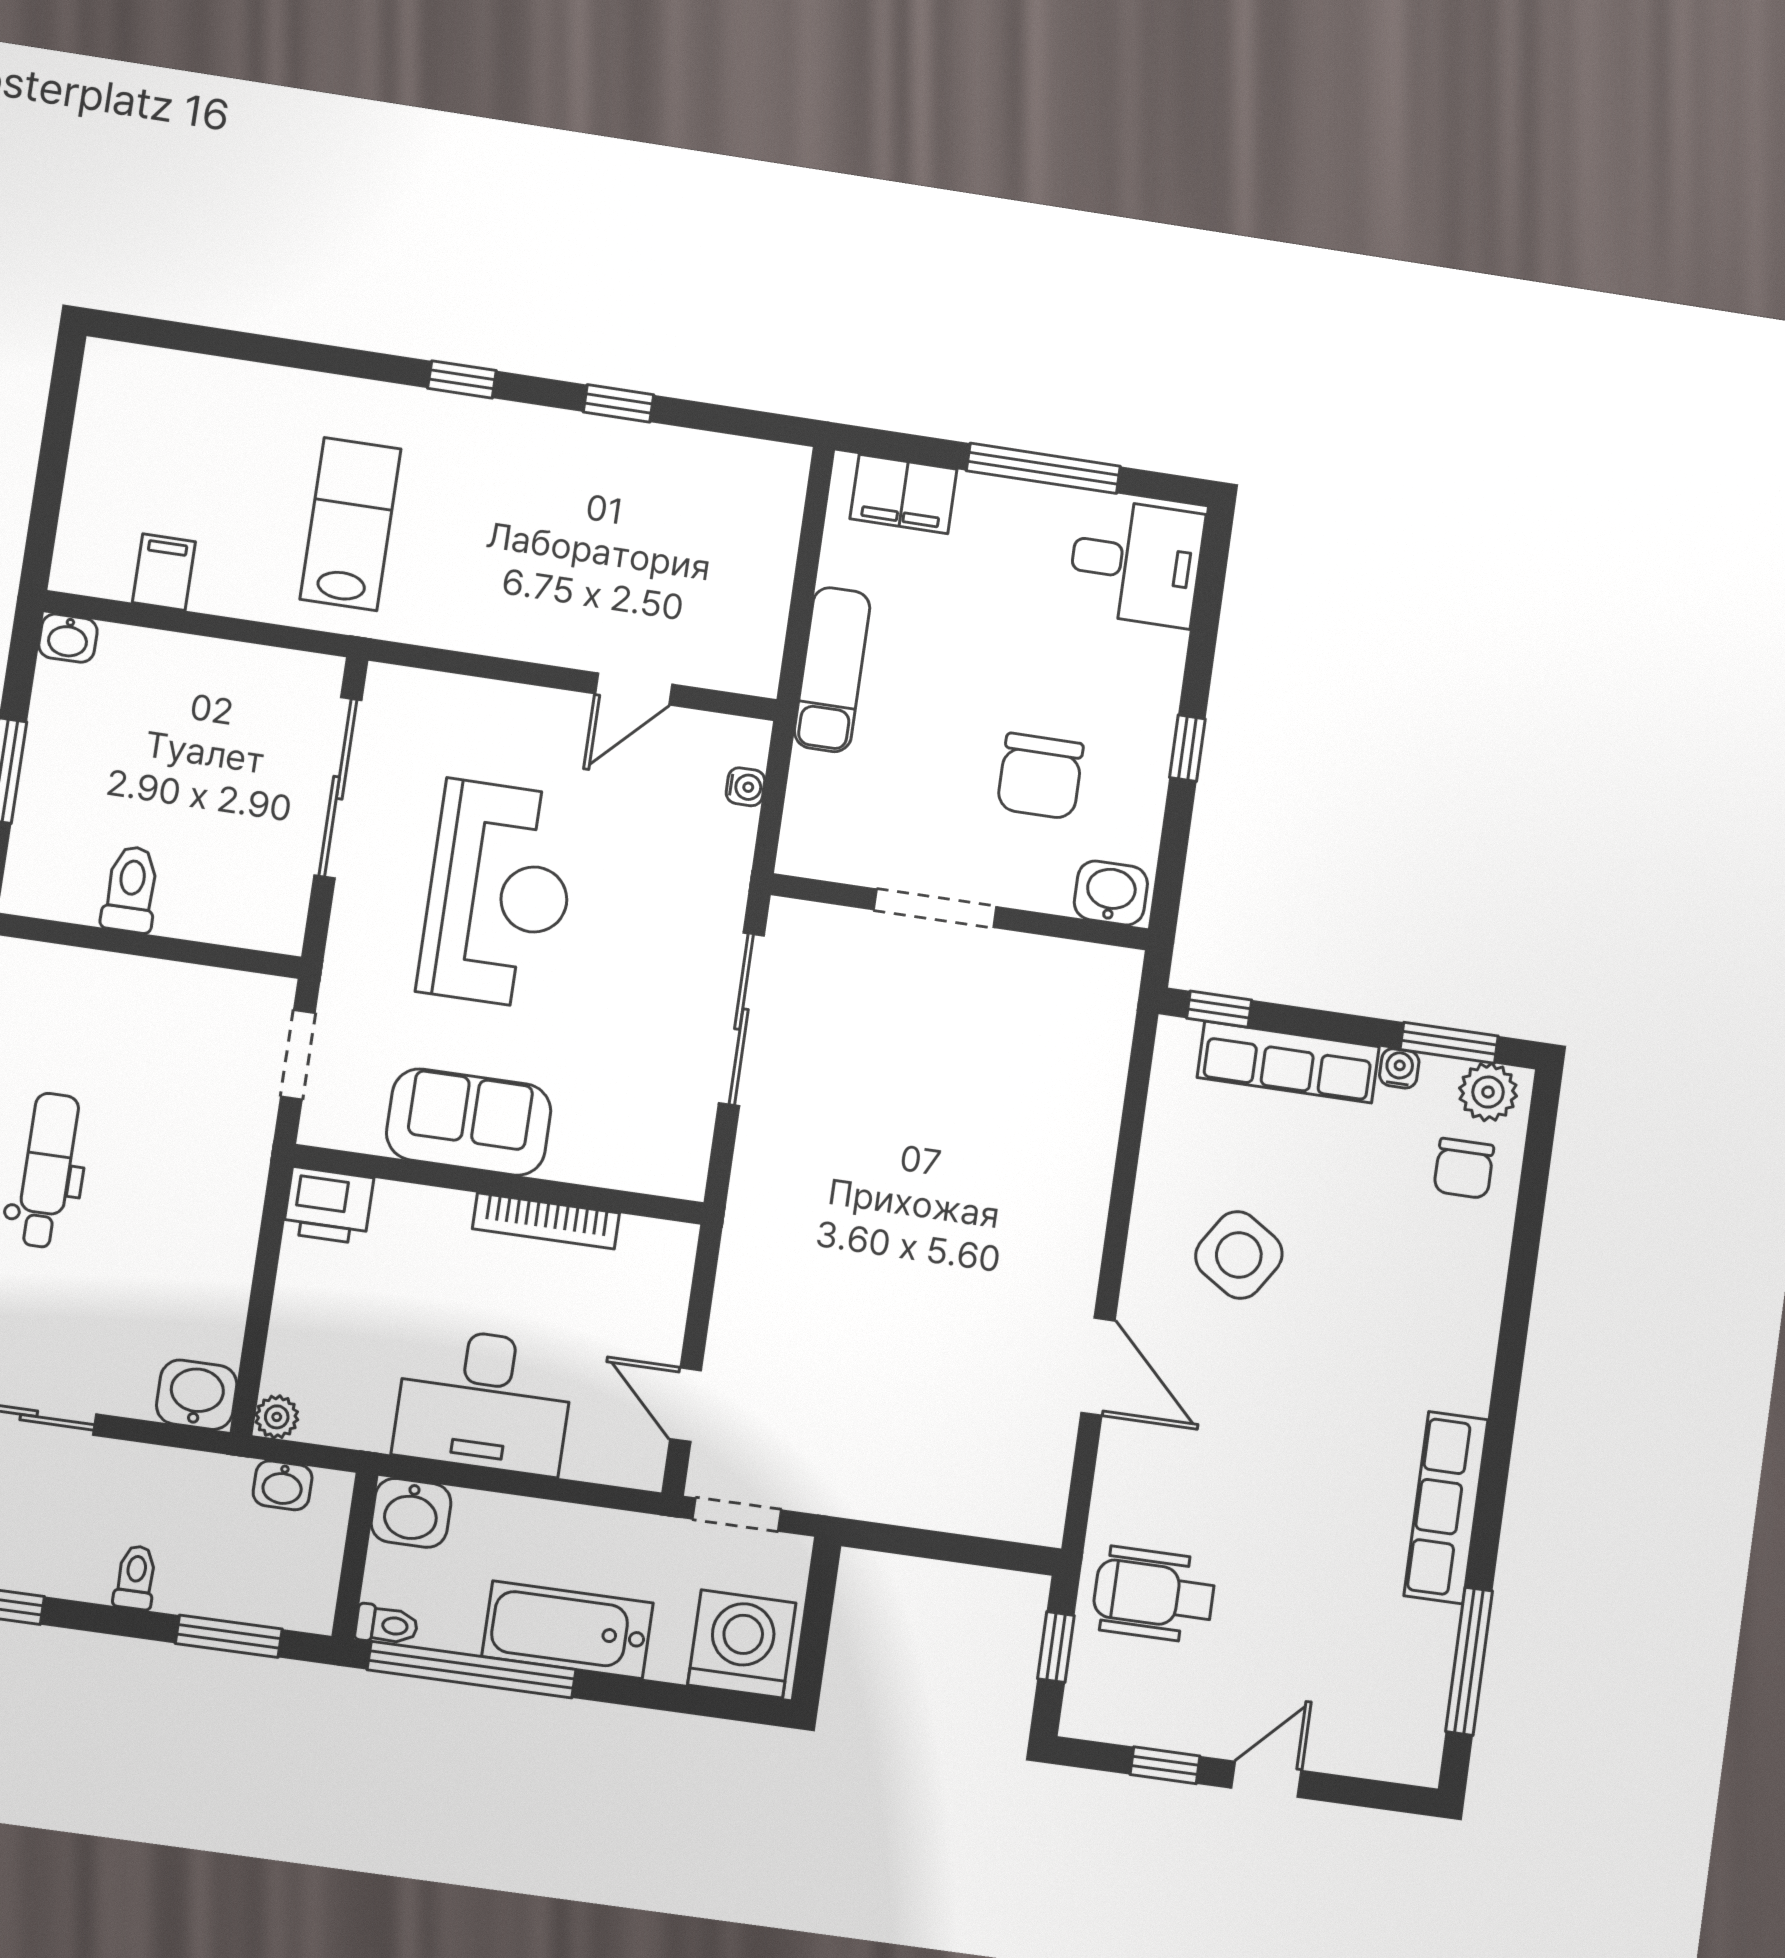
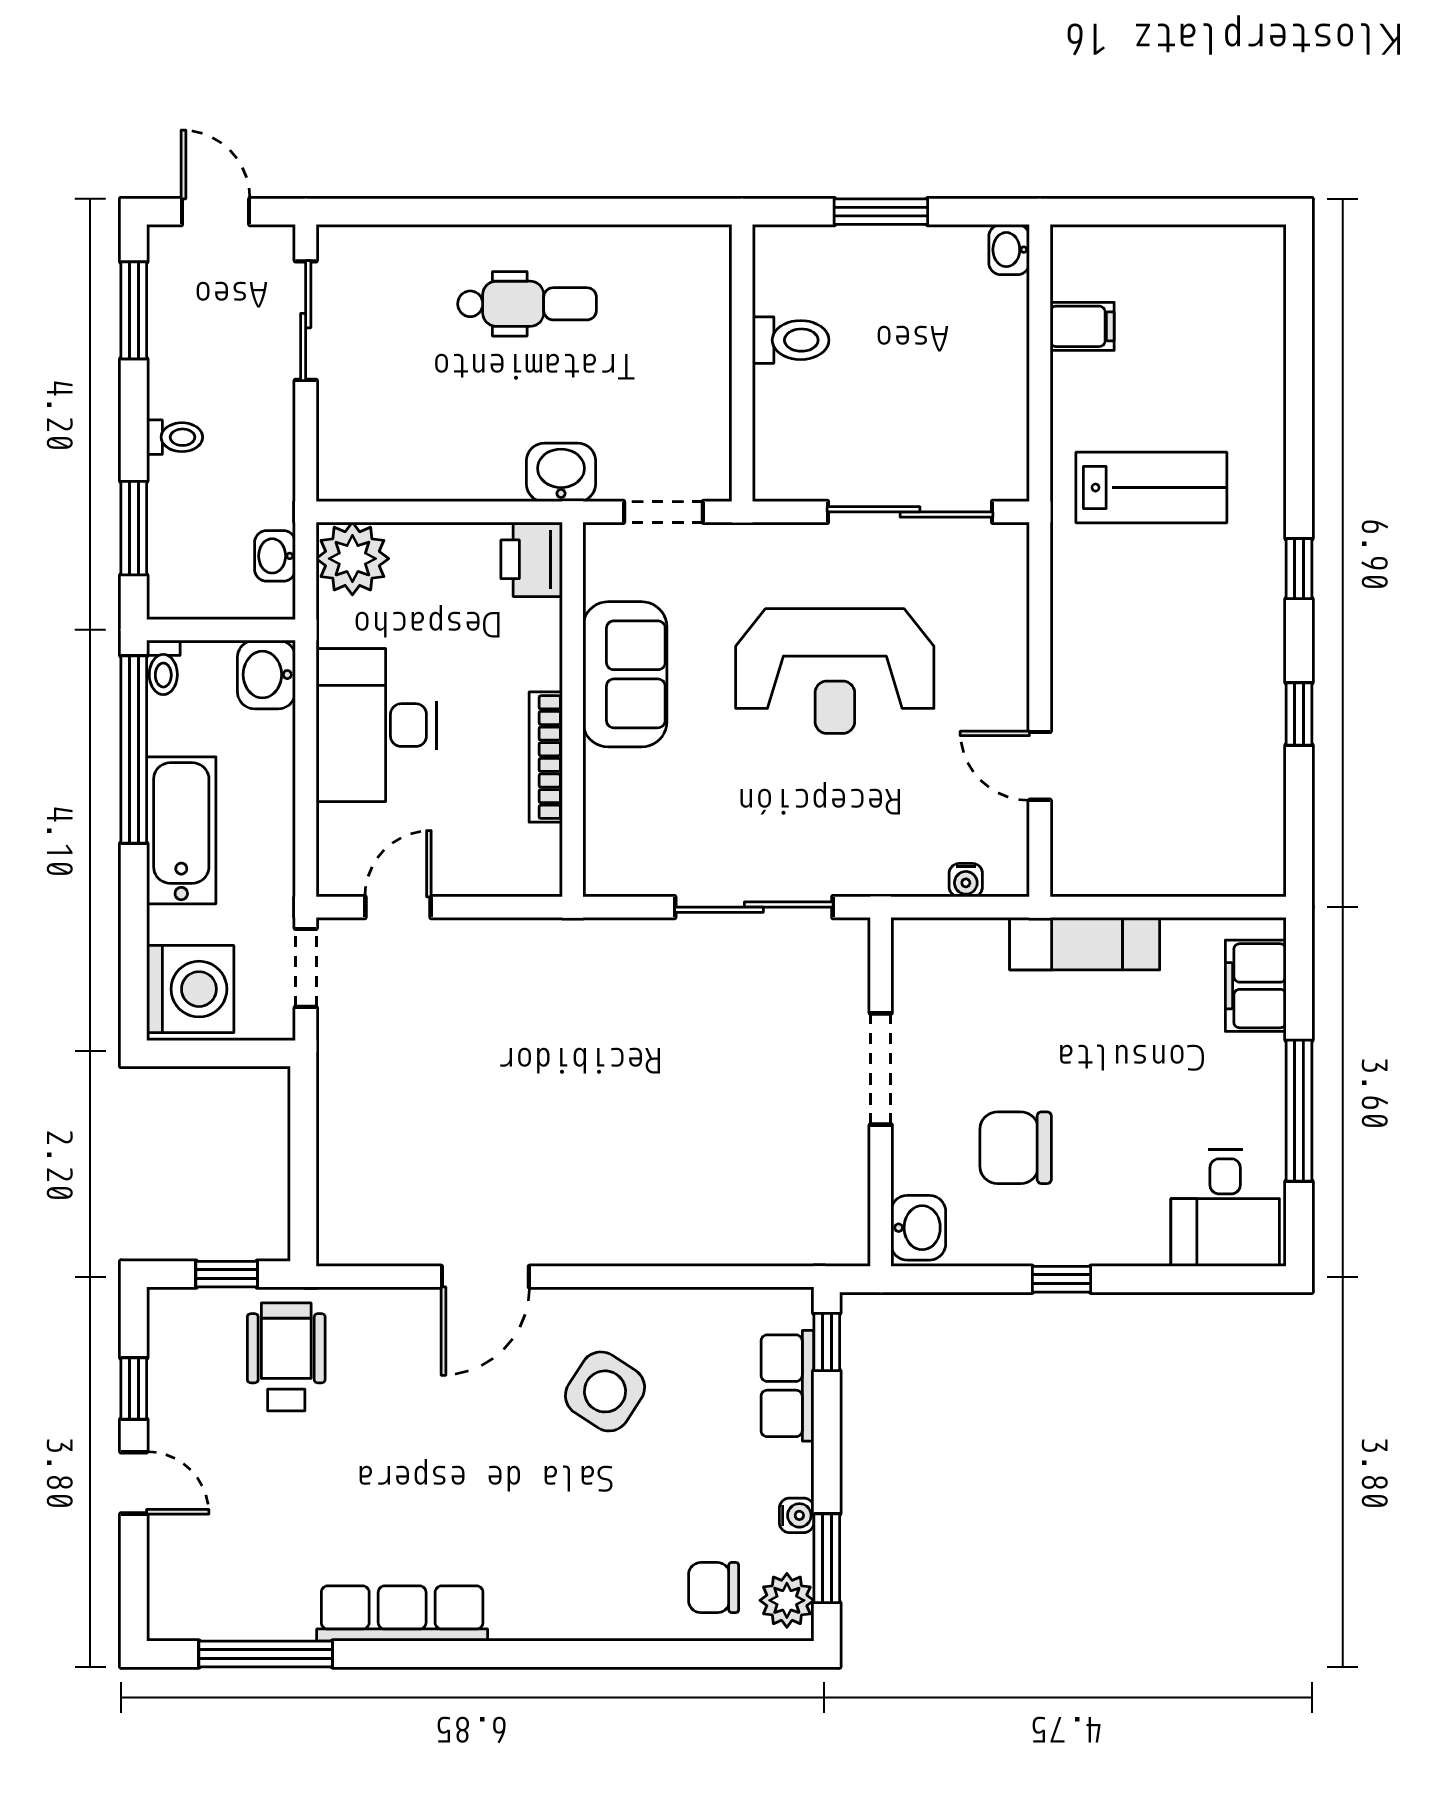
row of seats: (1288, 1062) -> (787, 1386), width x0.68
washbasin: (197, 1395) -> (561, 472), moved, turned -90
plant: (277, 1417) -> (352, 559), width x1.88, depth x1.88

